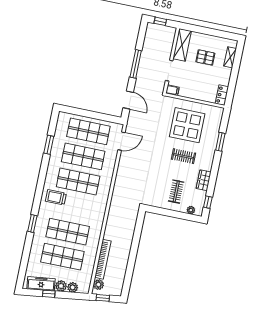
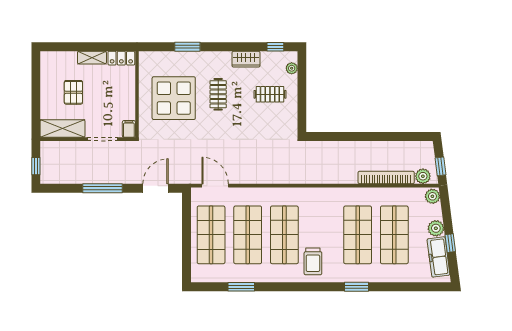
shelving: (230, 57) -> (92, 58), moved
plant: (73, 287) -> (432, 196), moved

